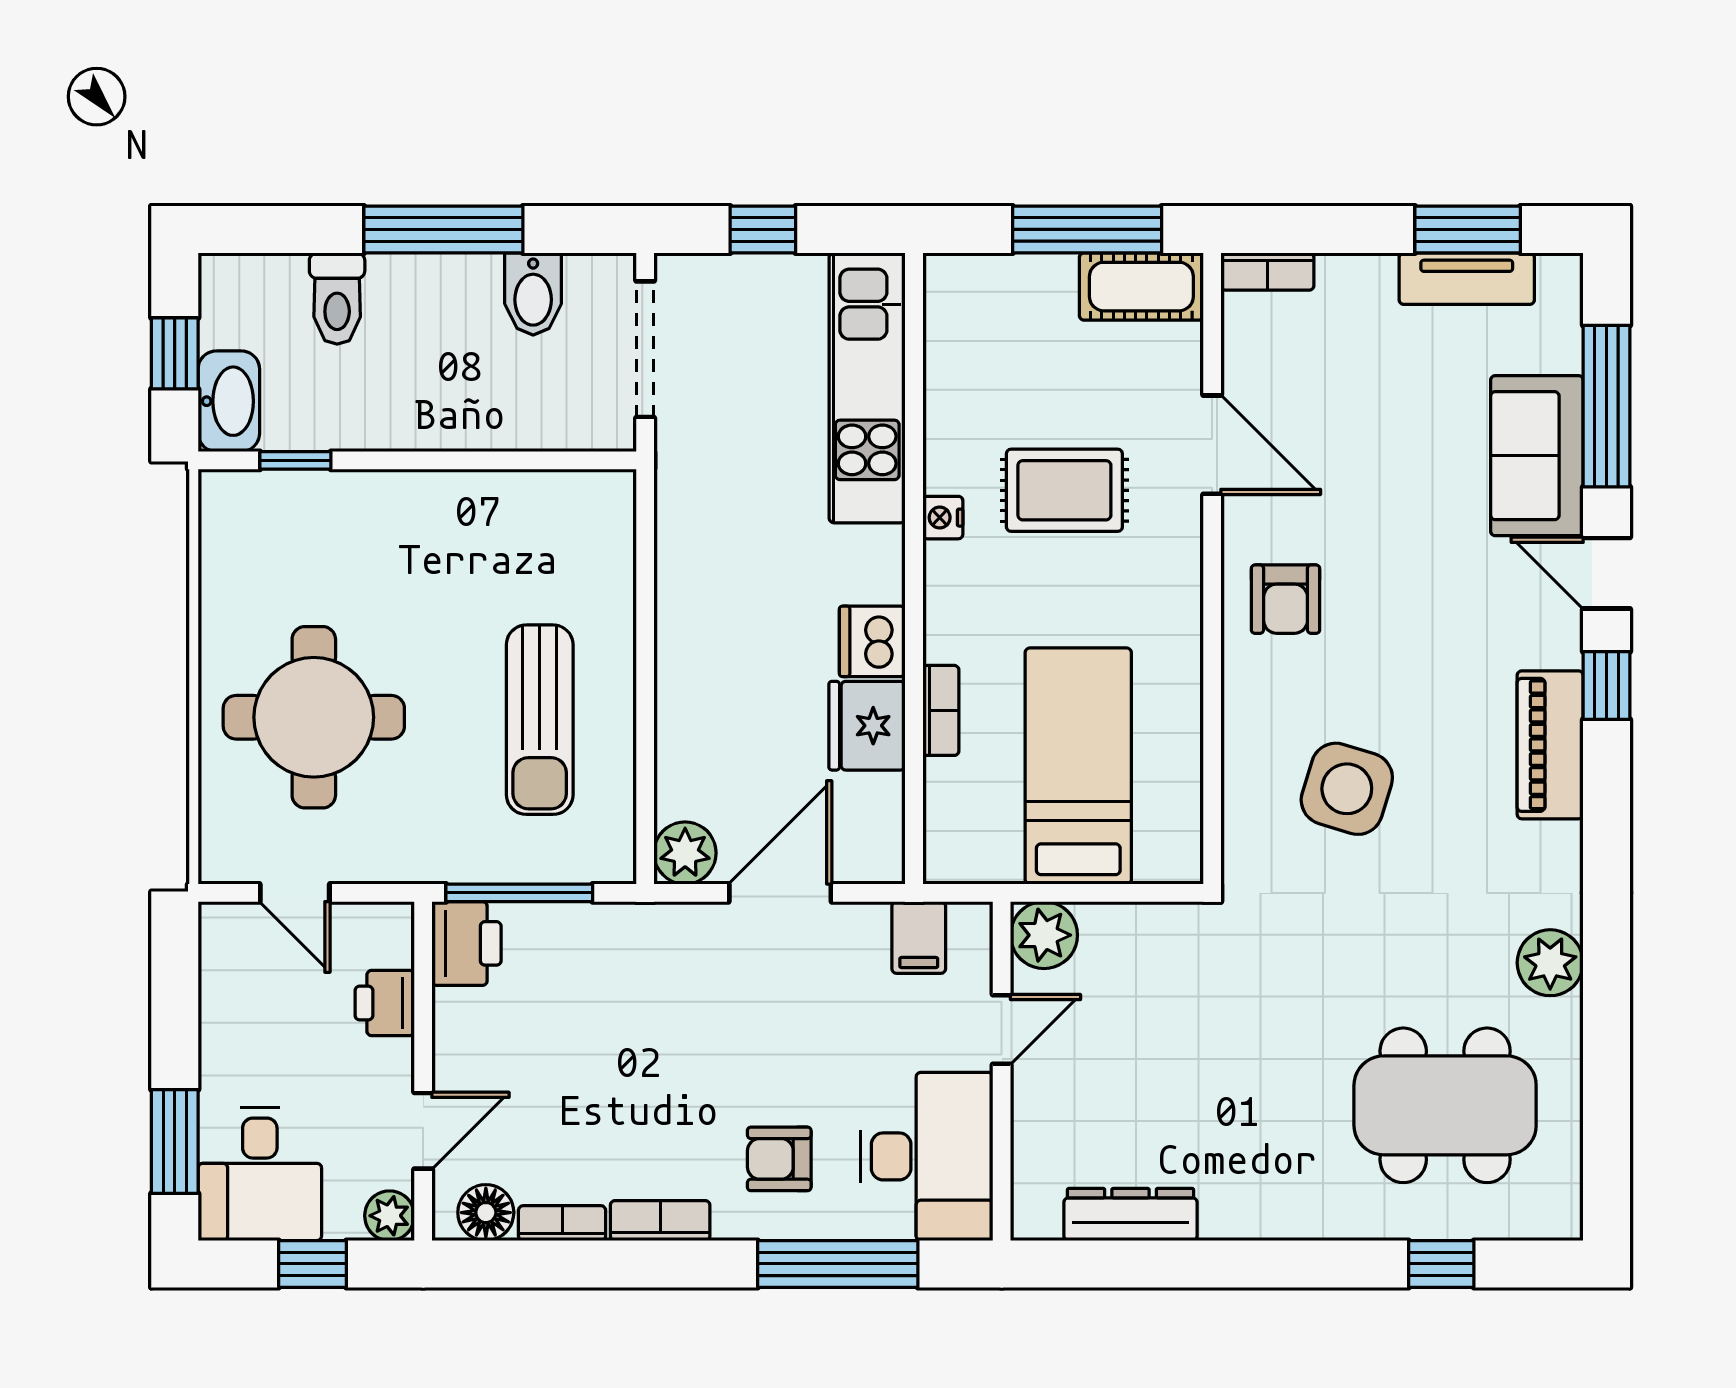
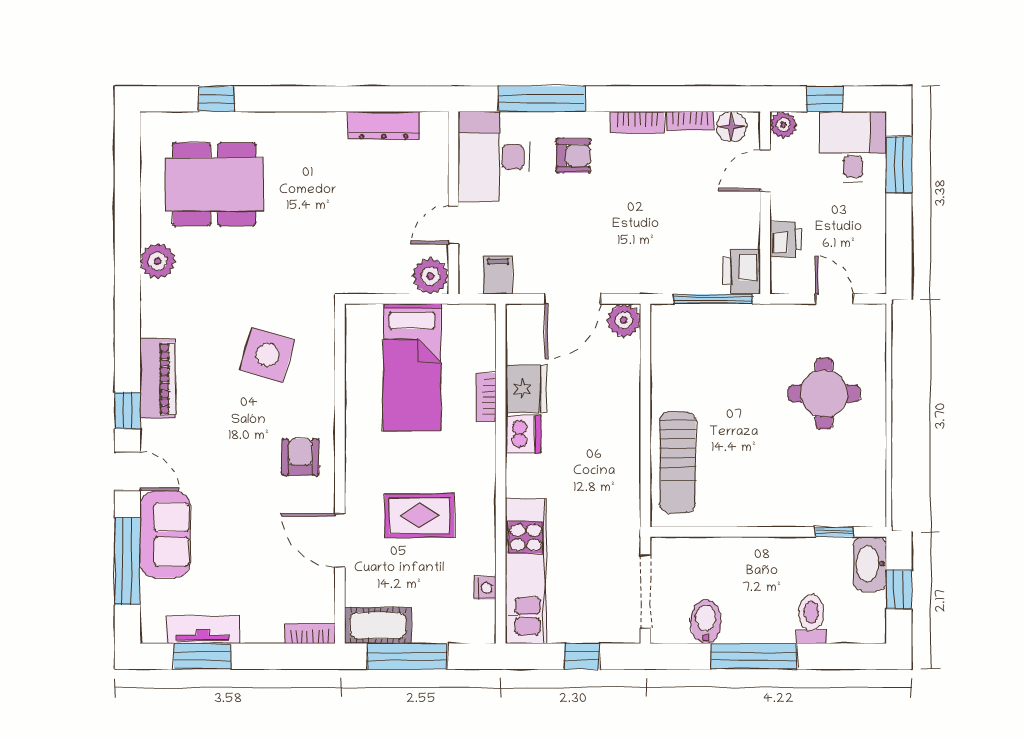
nightstand: (943, 518) -> (485, 588), moved
round table: (314, 717) -> (824, 393), width x0.73, depth x0.73
sun lounger: (540, 720) -> (678, 462), moved, turned 180

